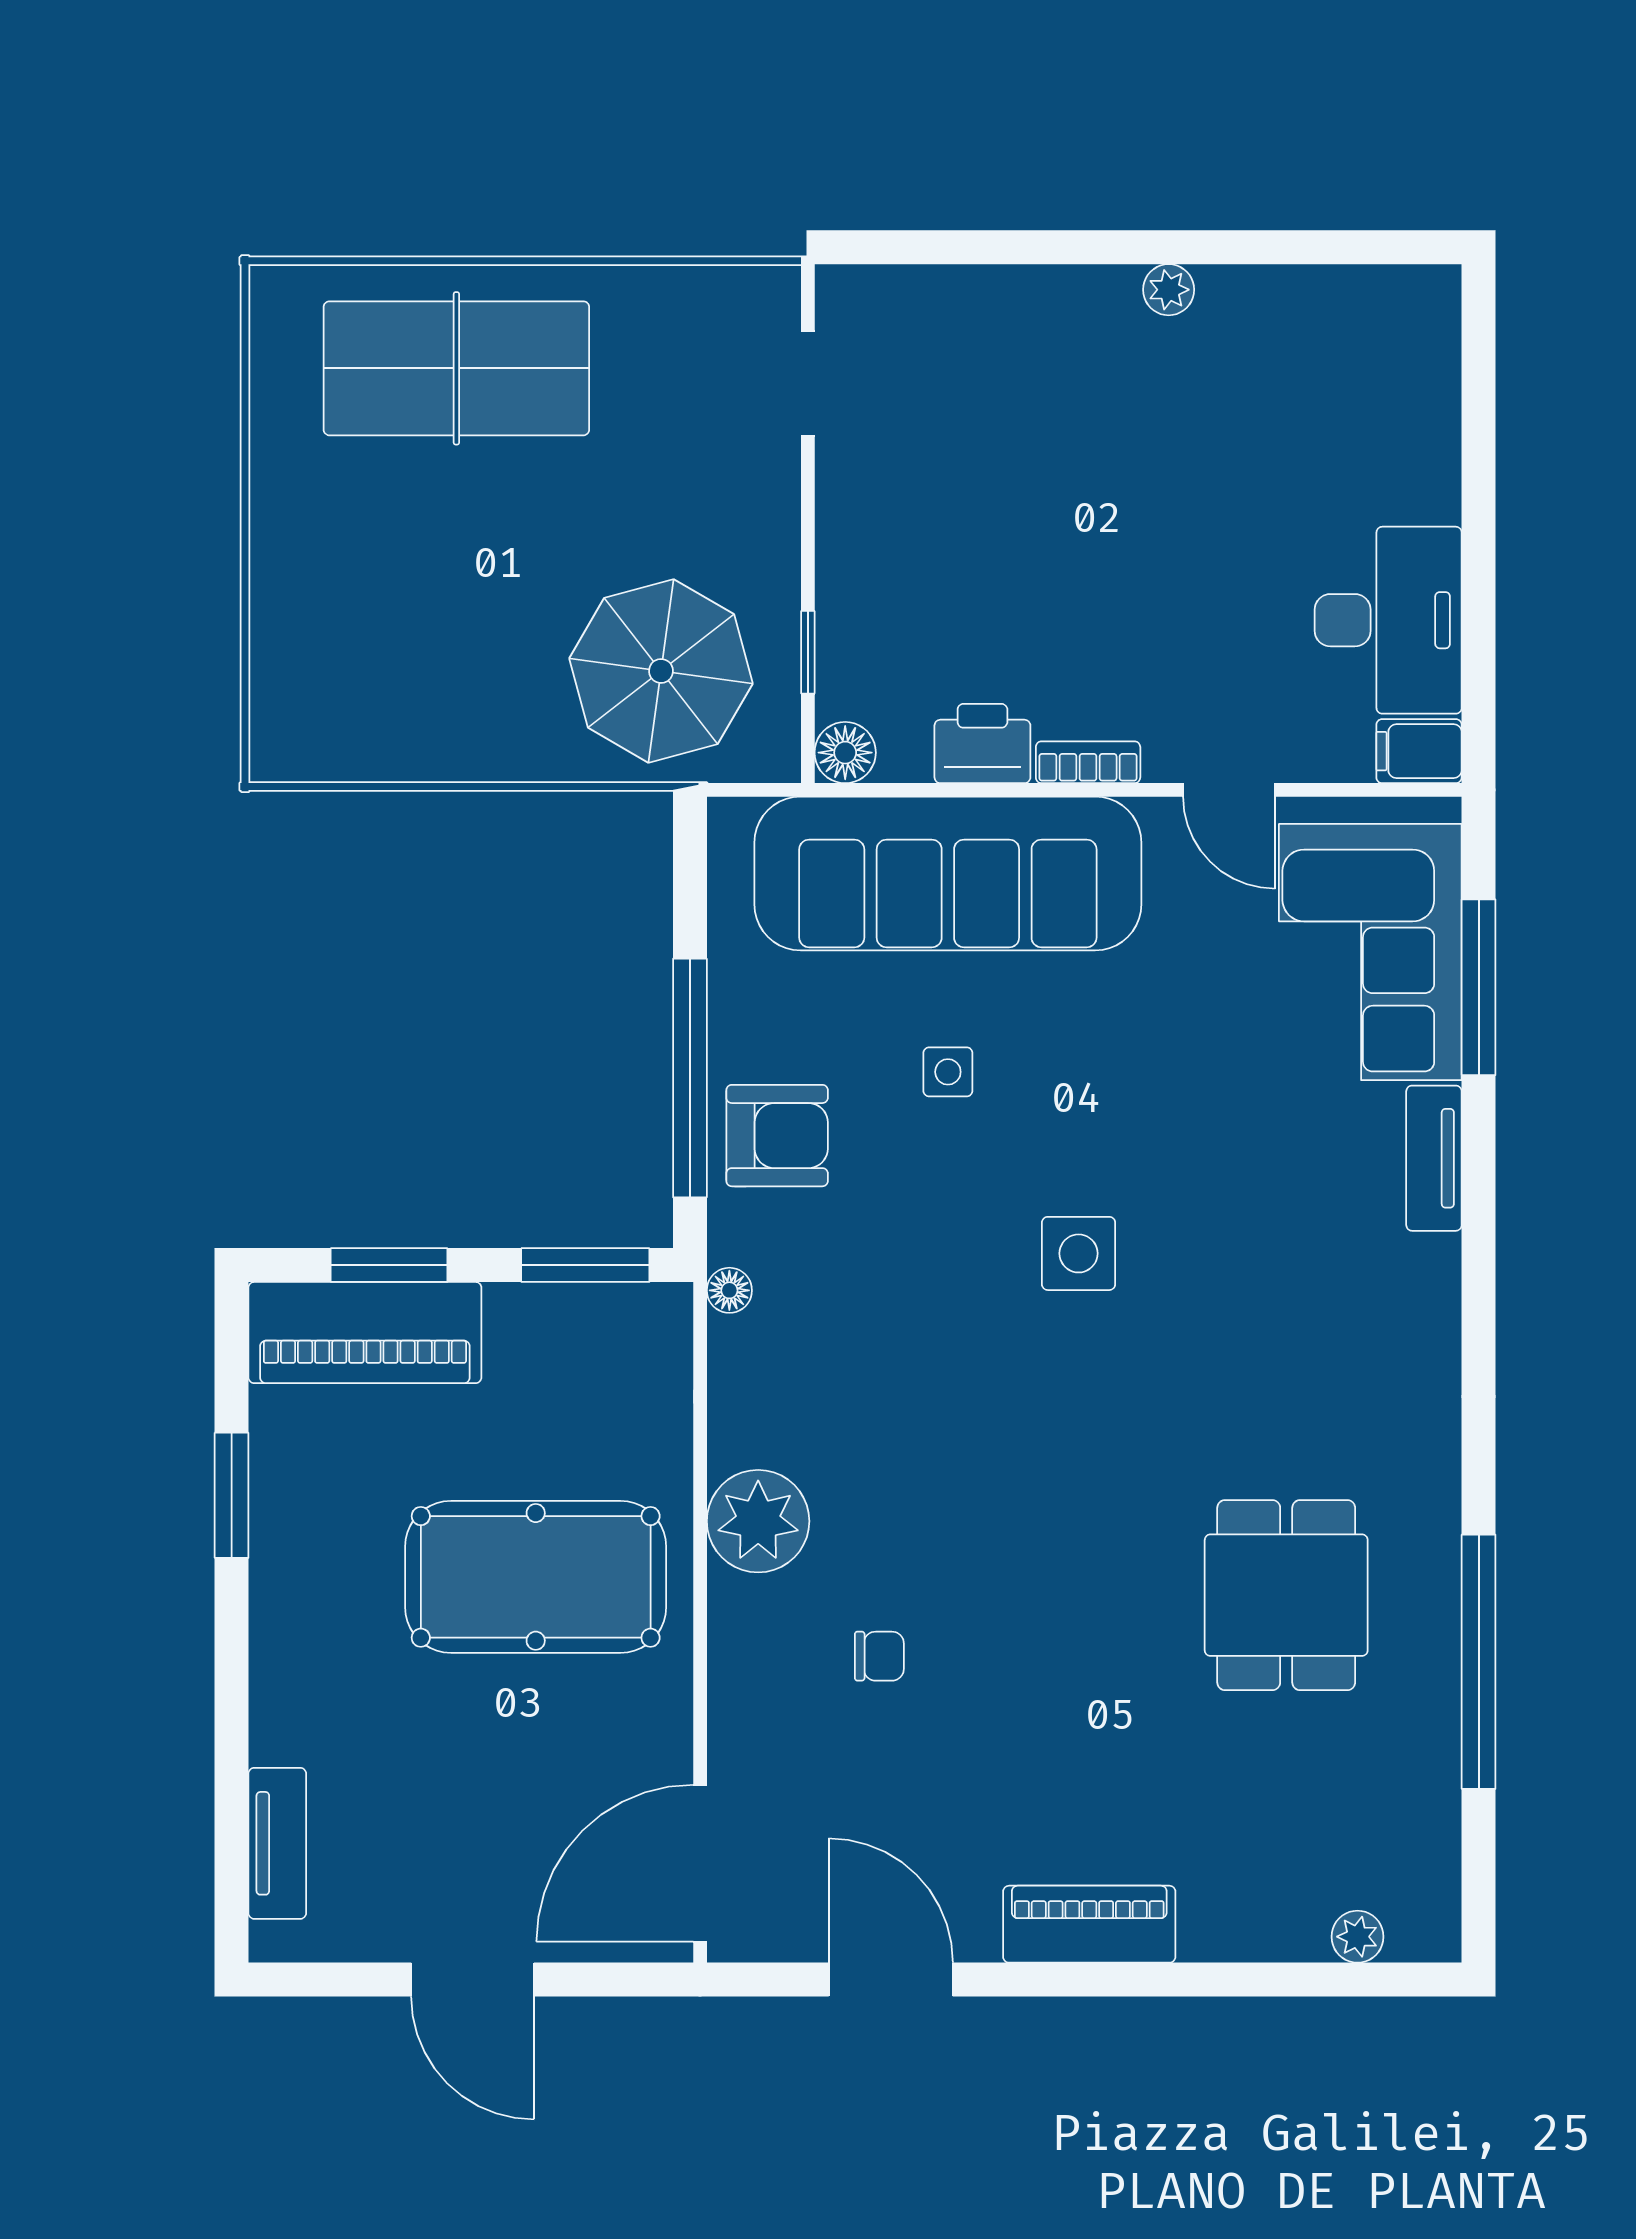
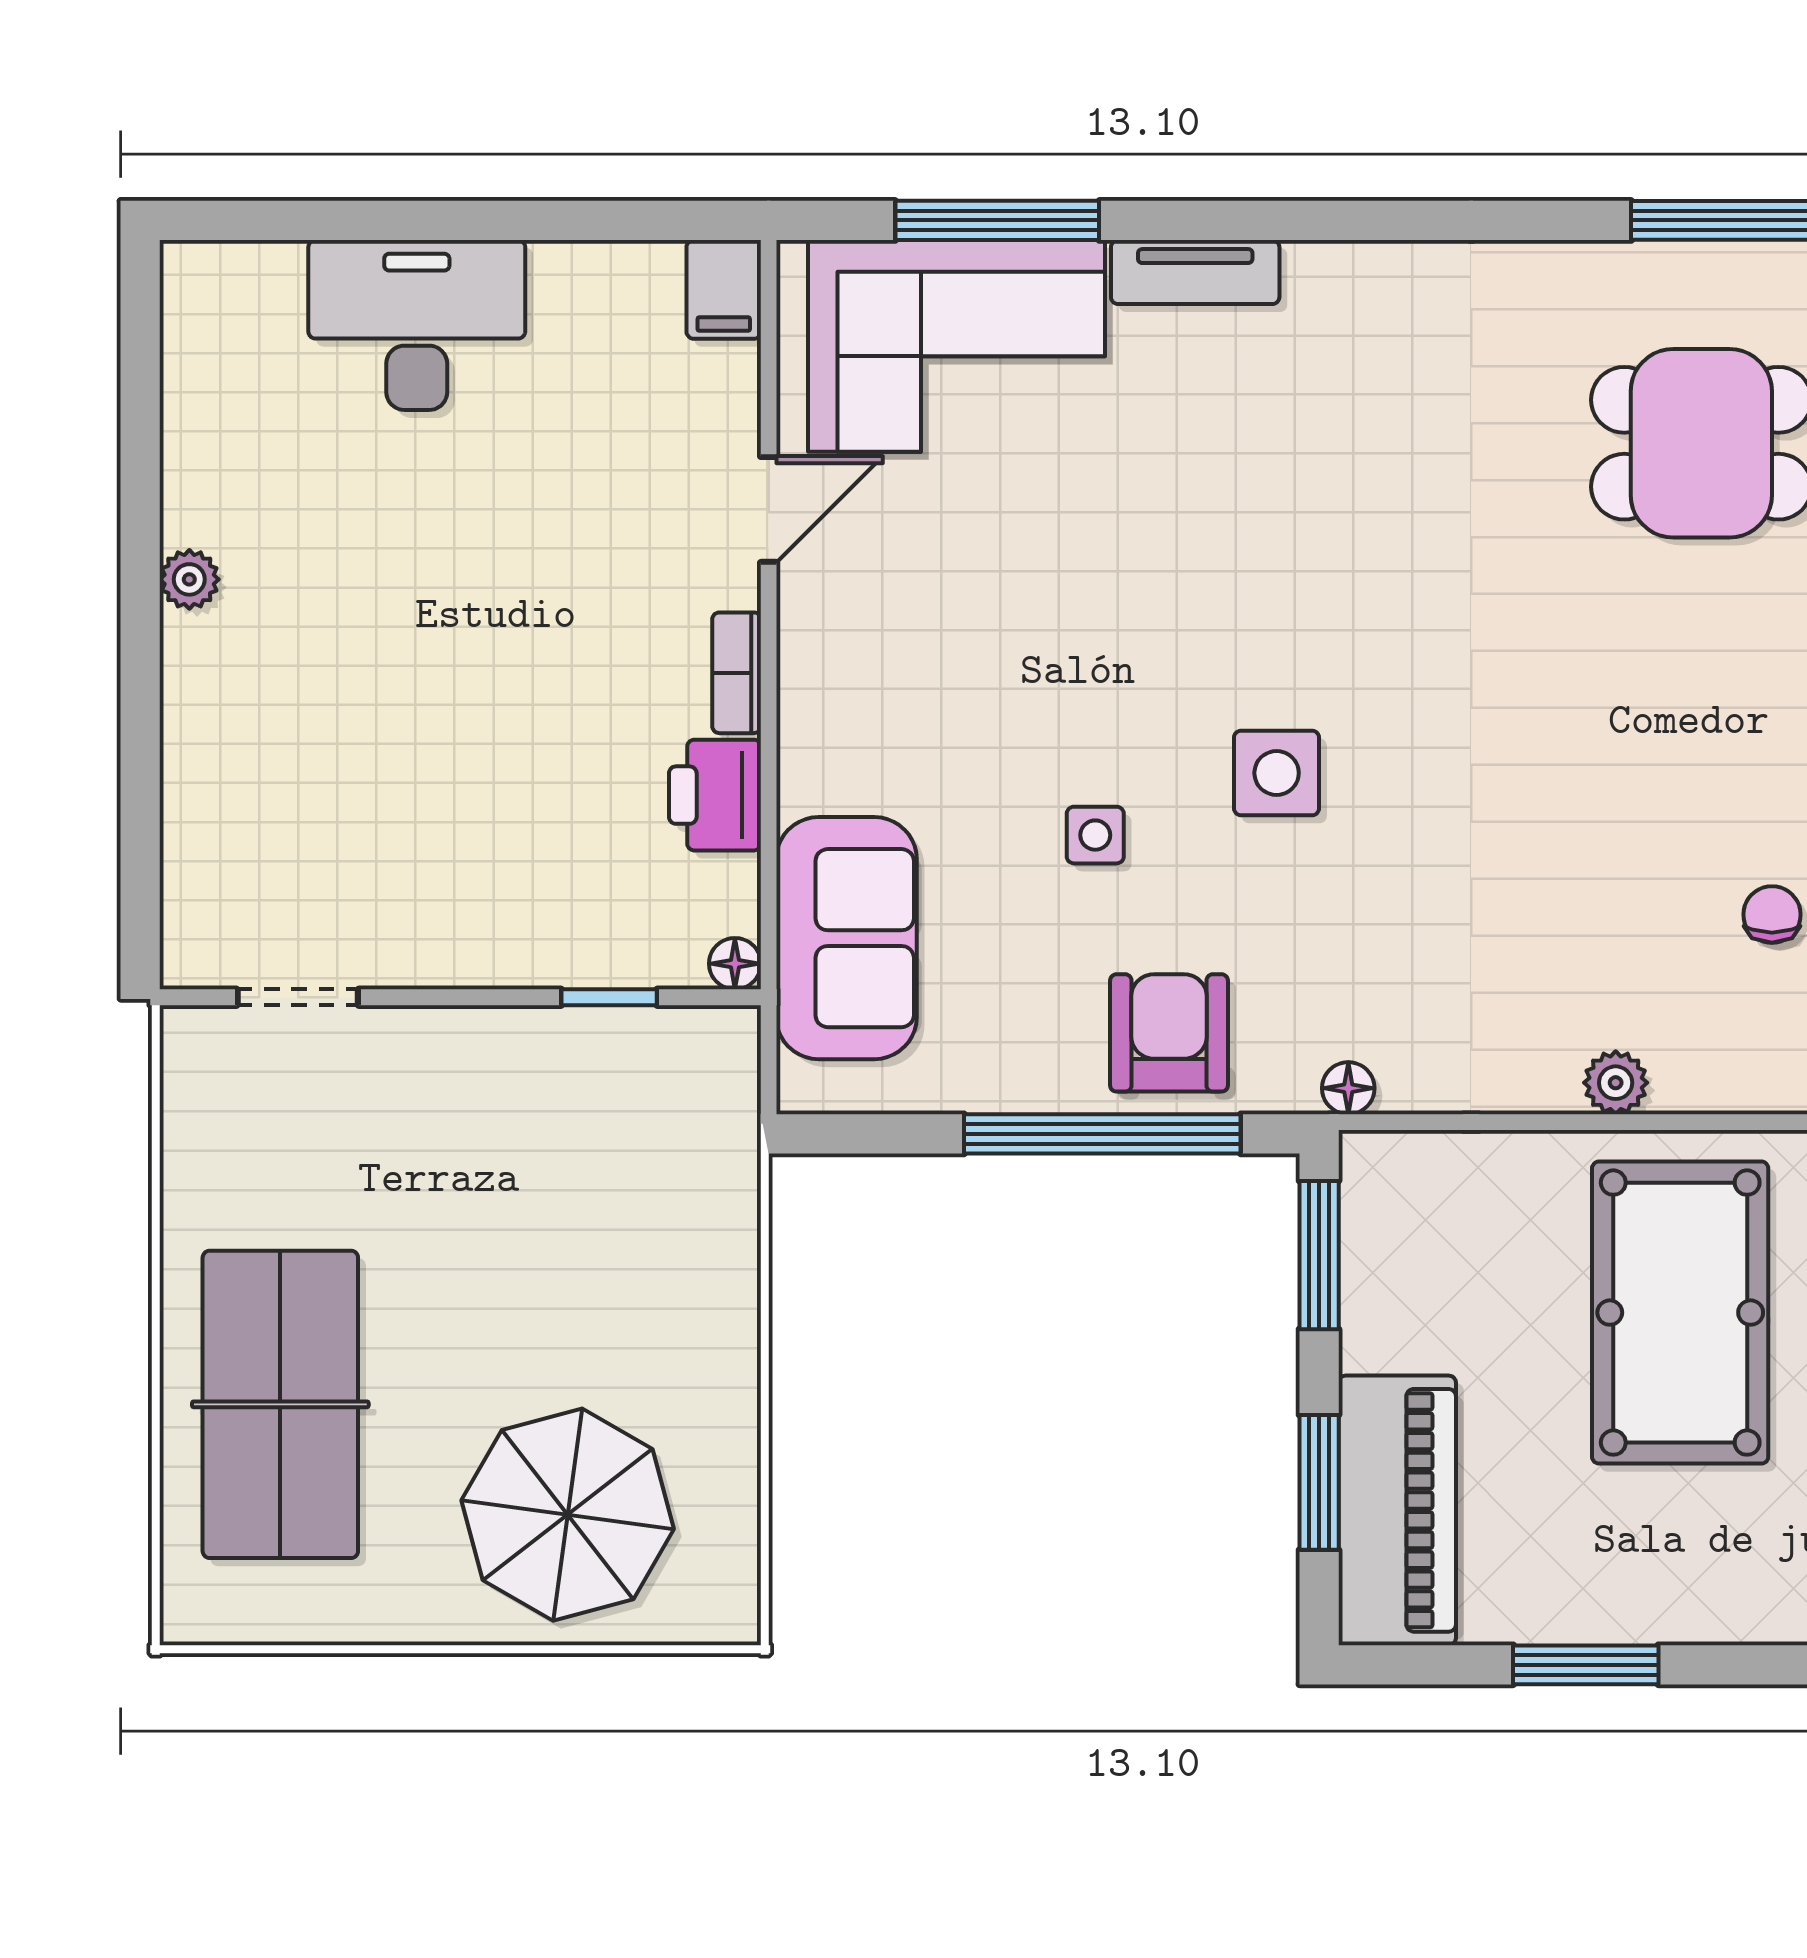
desk: (1388, 620) -> (417, 325), moved
parasol: (661, 671) -> (568, 1515), moved
floor lamp: (845, 753) -> (735, 964), width x0.73, depth x0.73
sofa: (948, 873) -> (846, 938), width x0.54, depth x0.79
side table: (1079, 1253) -> (1277, 773), moved
plant: (758, 1521) -> (1616, 1083), width x0.53, depth x0.53

